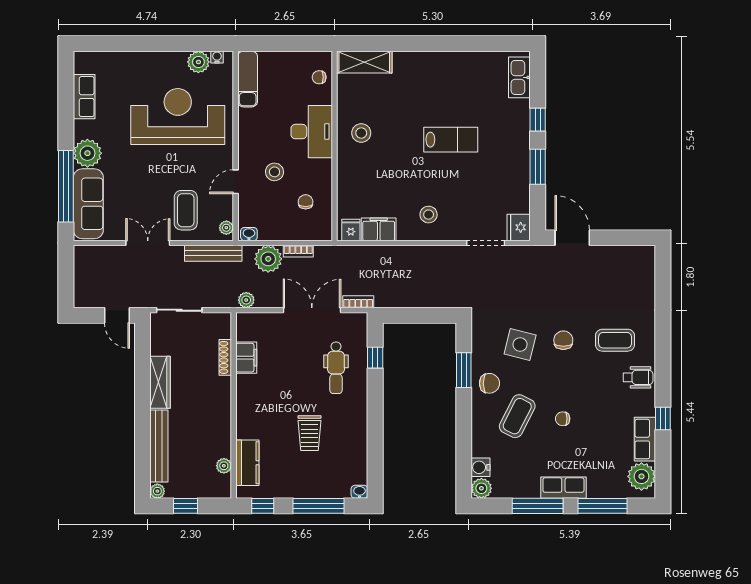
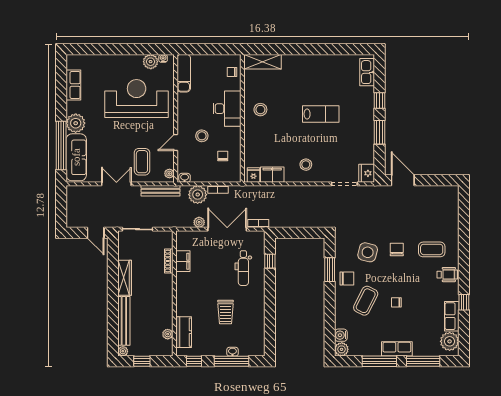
plant: (246, 300) -> (199, 222), moved
washbasin: (359, 492) -> (232, 352), moved

